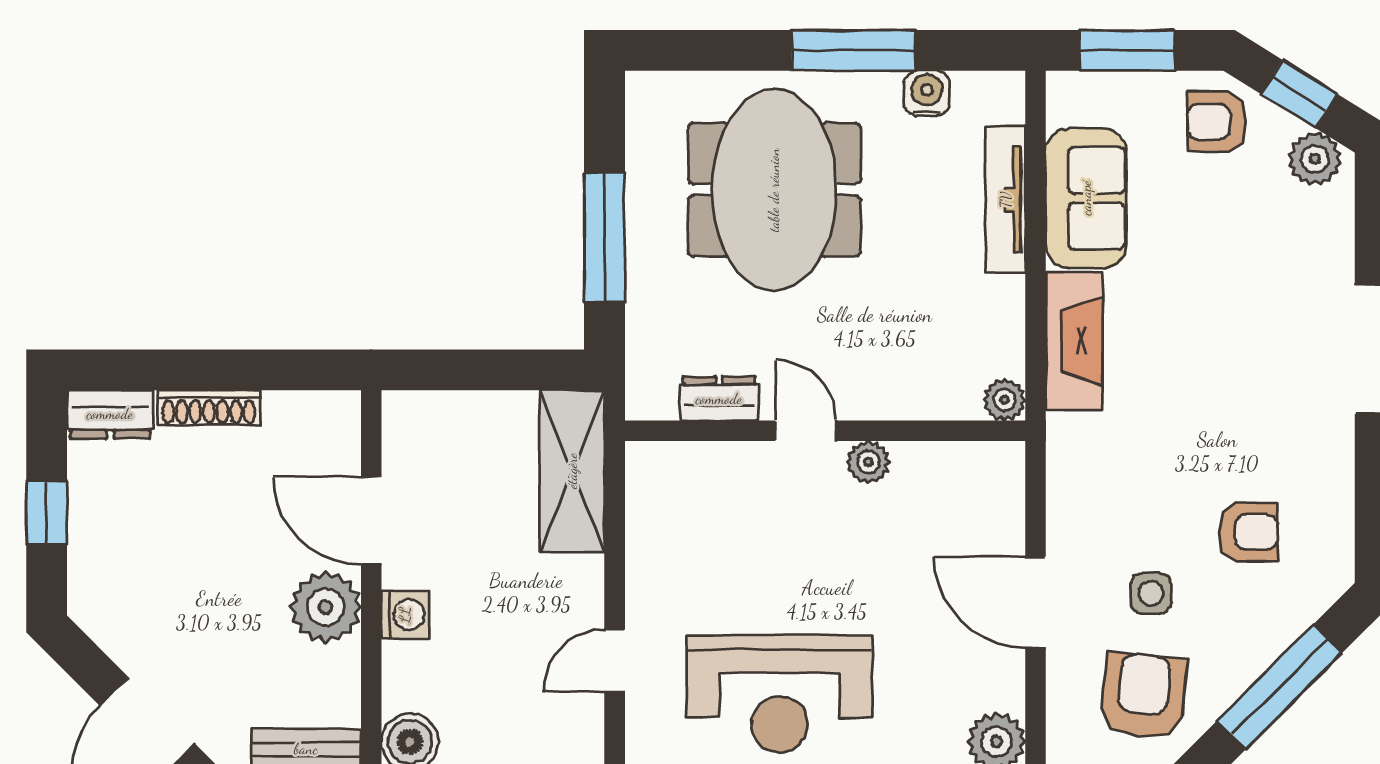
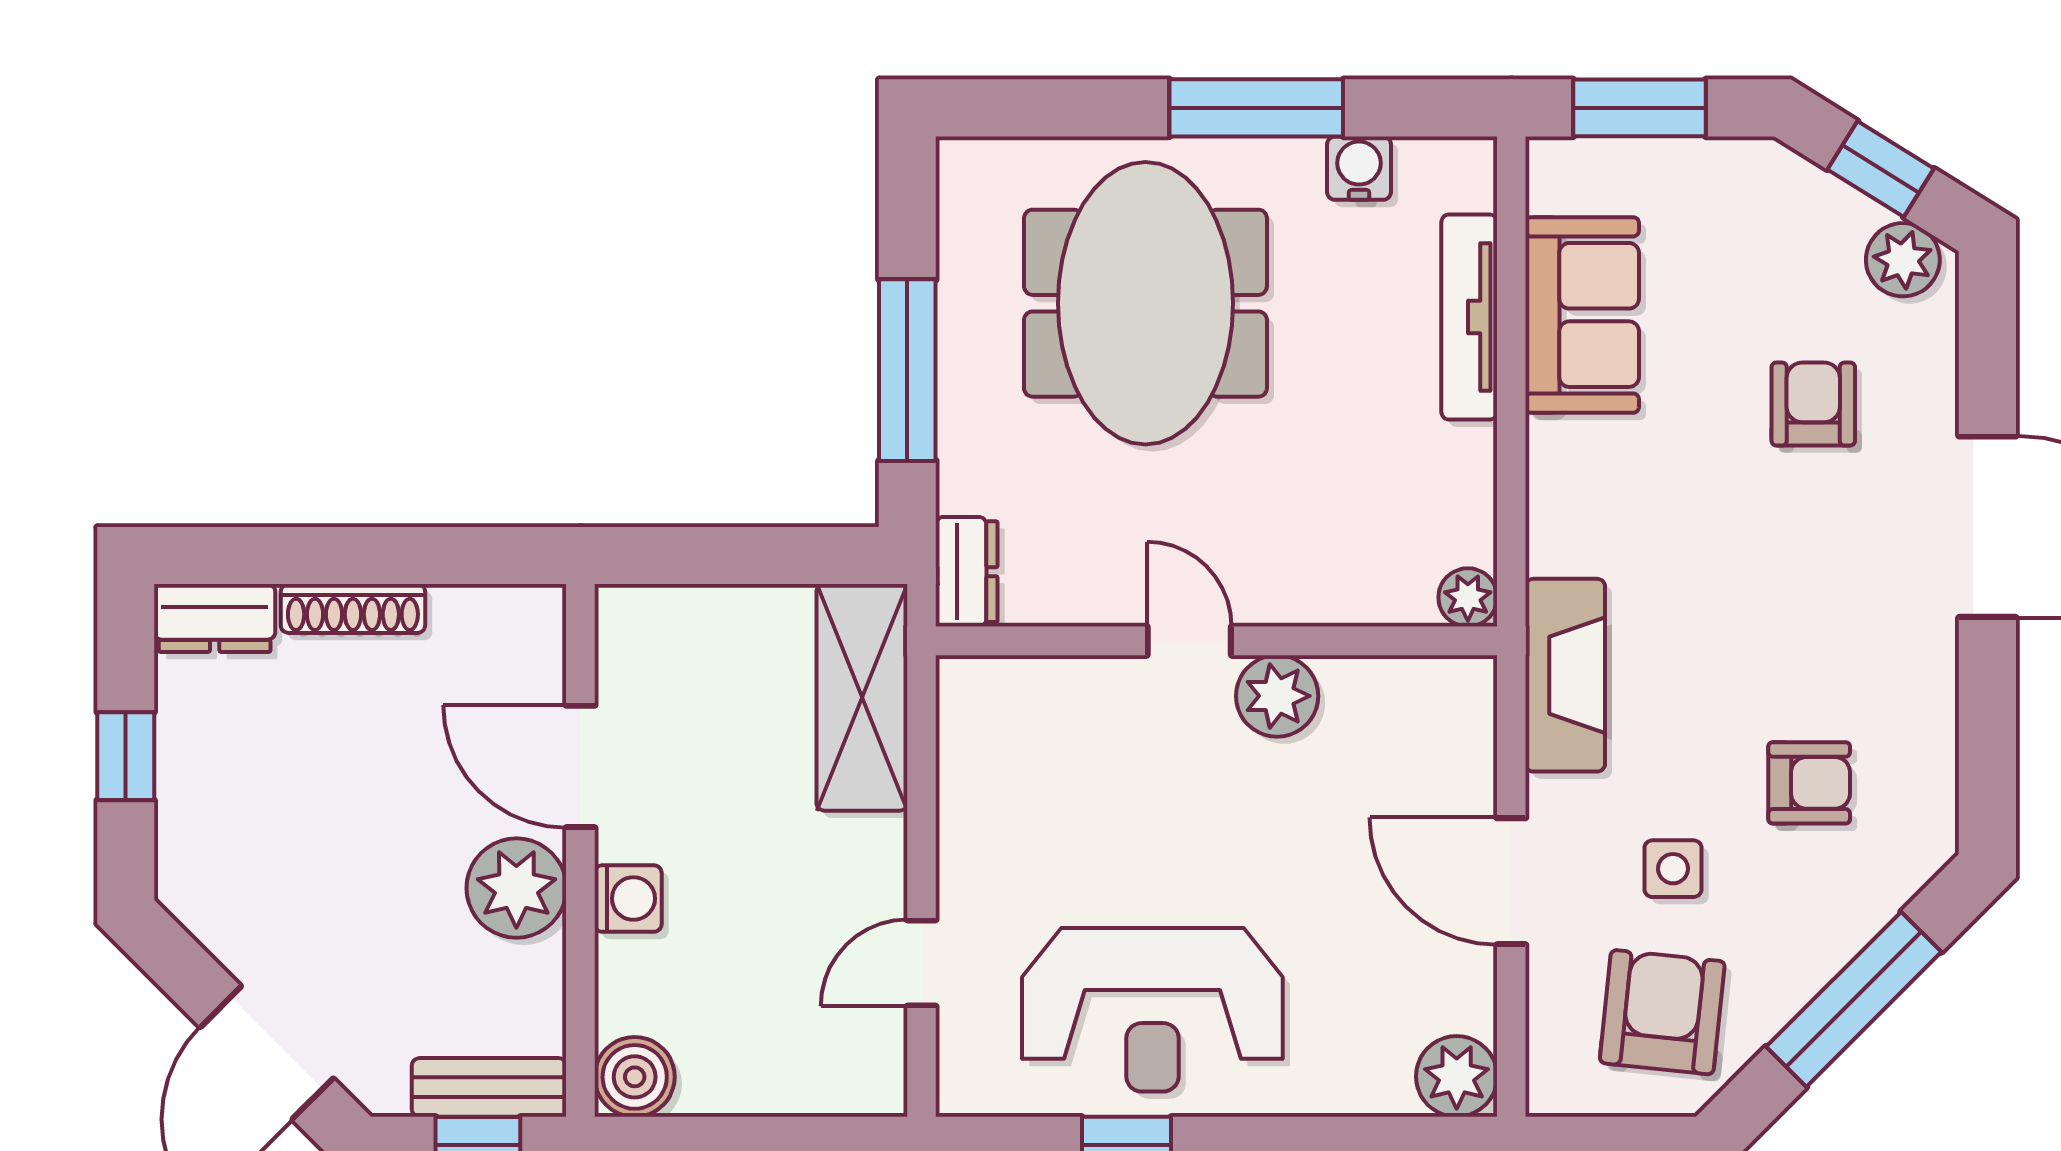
armchair: (1217, 122) -> (1813, 404), moved, turned 90
fireplace: (1074, 341) -> (1565, 675), moved
dresser: (719, 399) -> (967, 572), moved, turned 90
plant: (868, 462) -> (1277, 696), width x1.38, depth x1.38

